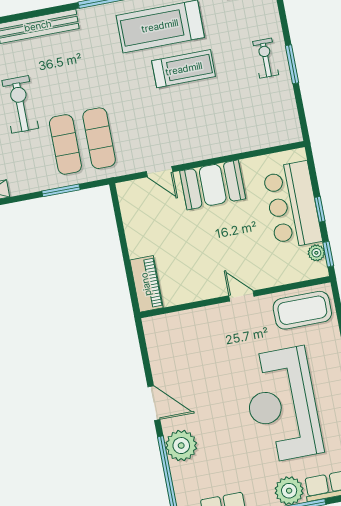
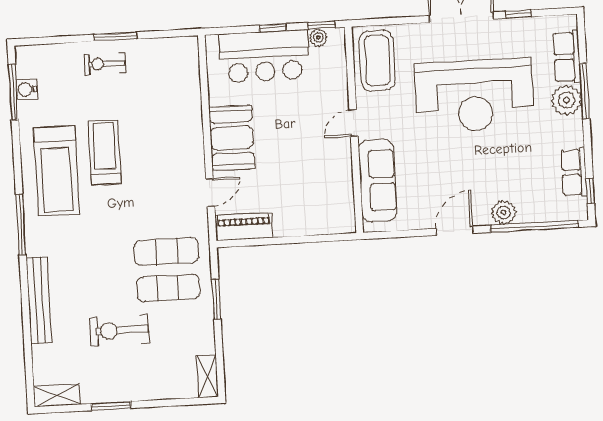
piano: (146, 284) -> (244, 227), moved
sofa: (191, 325) -> (378, 181), added
plant: (181, 446) -> (504, 212), width x0.73, depth x0.73

